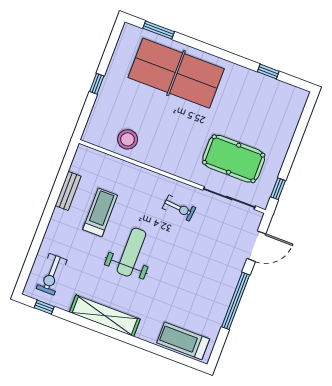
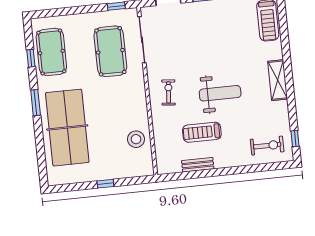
window: (159, 30) -> (36, 103), moved
pool table: (264, 96) -> (51, 52), added
exercise bike: (179, 208) -> (168, 92), moved
weight bench: (131, 252) -> (220, 93), turned 180
shelving: (105, 316) -> (278, 80), width x0.68

